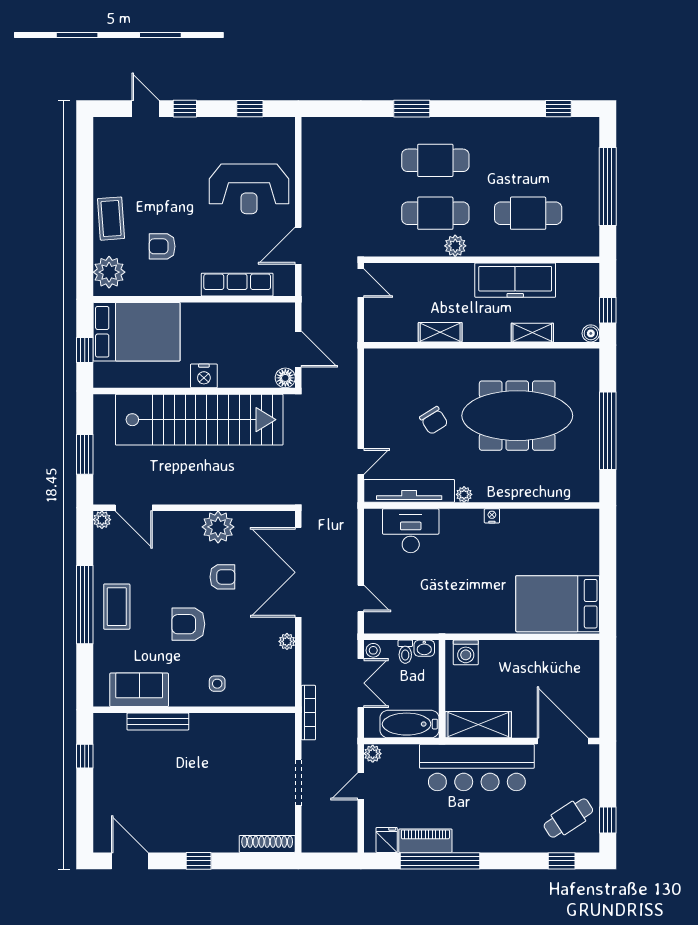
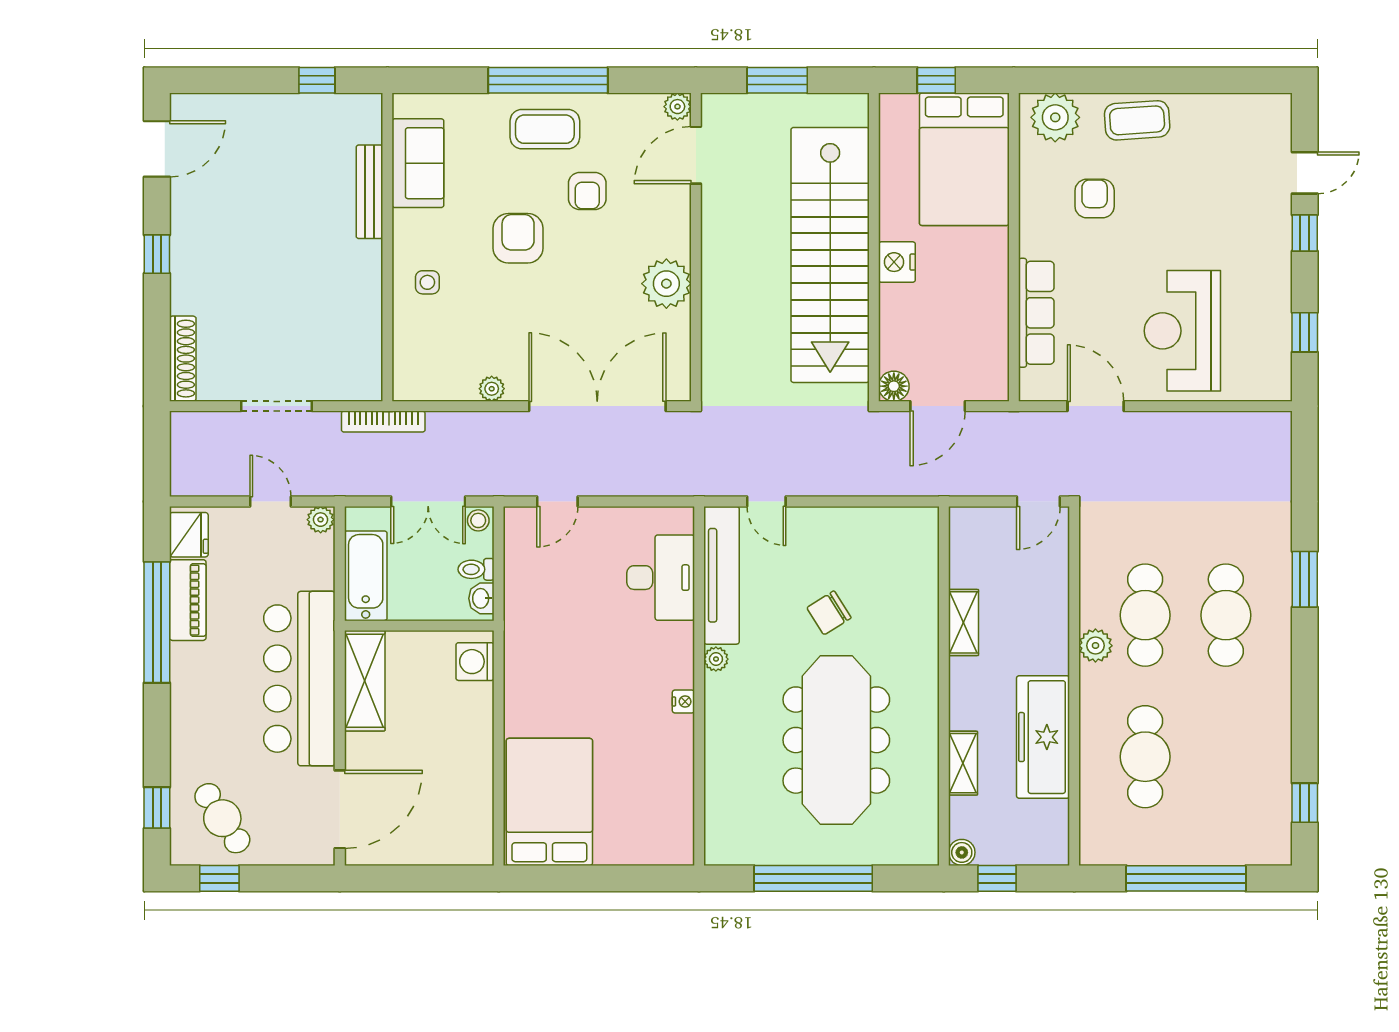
armchair: (222, 577) -> (587, 191), moved
fridge: (387, 840) -> (189, 535), width x1.38

